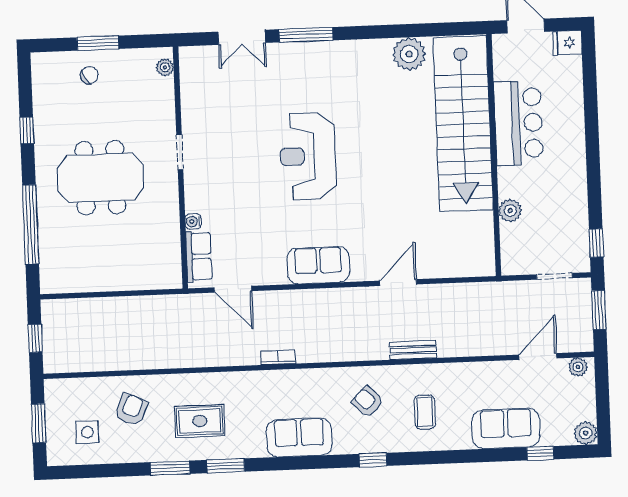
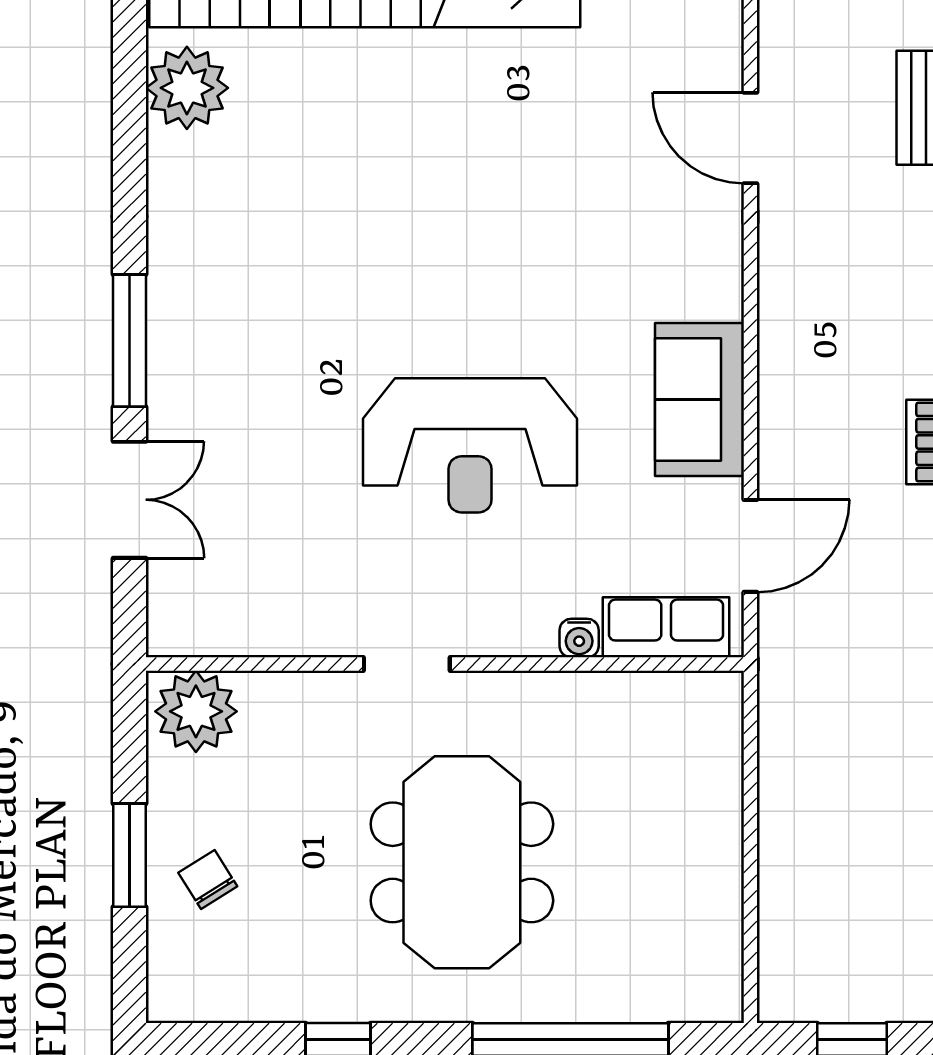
plant: (165, 67) -> (196, 711), width x1.88, depth x1.88
reception desk: (308, 156) -> (470, 445), moved
sofa: (318, 265) -> (699, 399), moved

